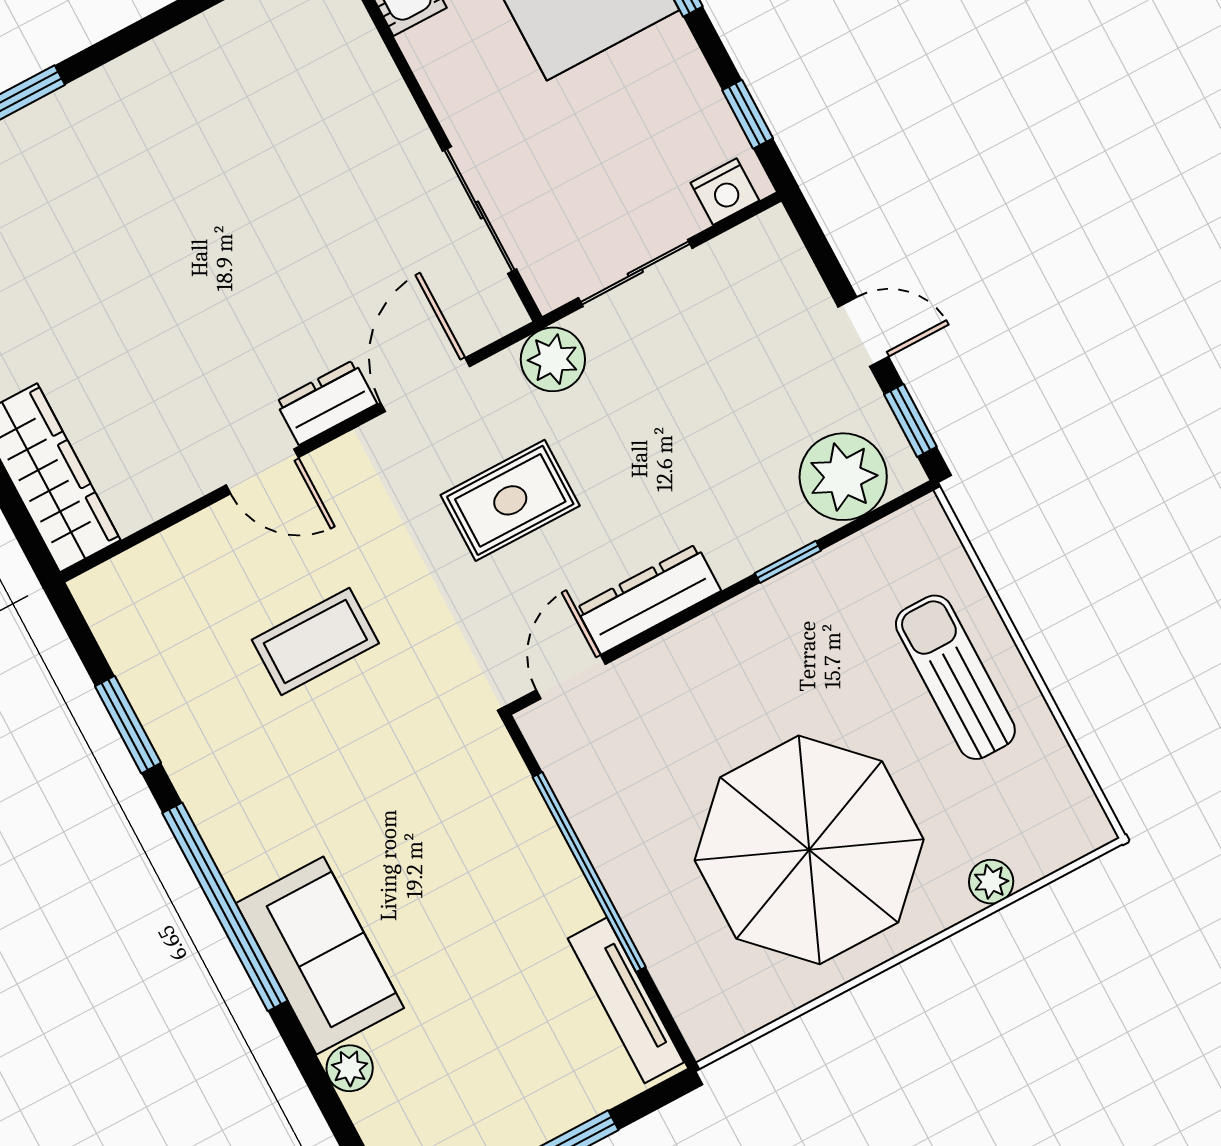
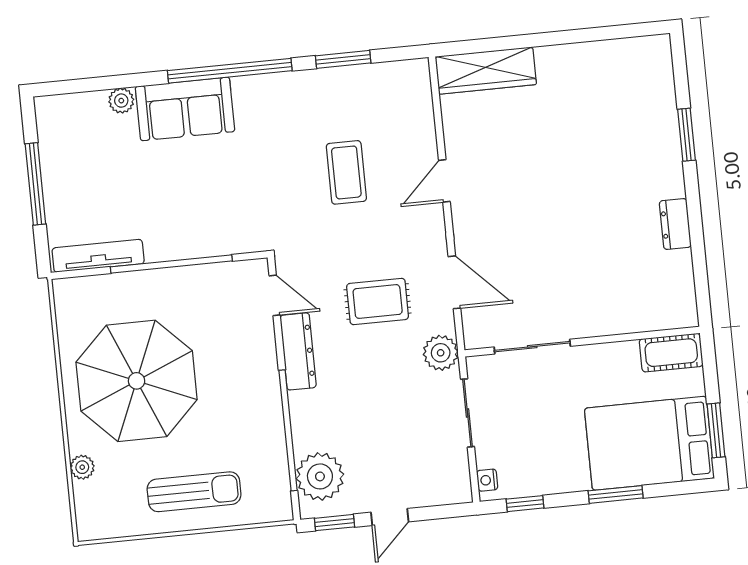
nightstand: (725, 192) -> (487, 480), width x0.72, depth x0.74
dresser: (326, 403) -> (675, 224), moved, turned 180
rug: (510, 500) -> (378, 301), turned 90
window: (788, 562) -> (288, 430), width x3.17

